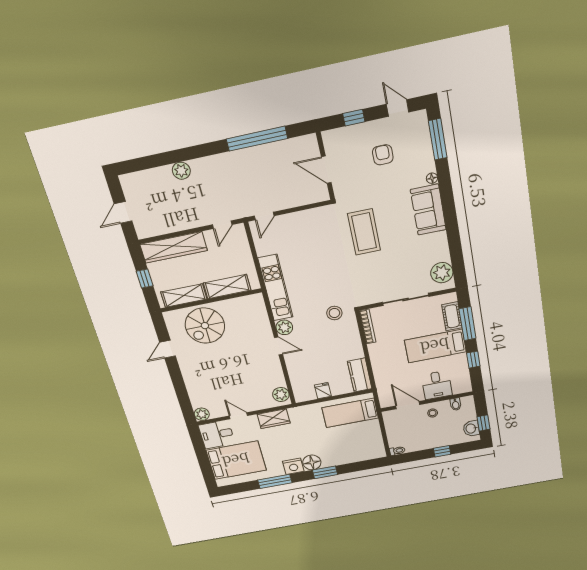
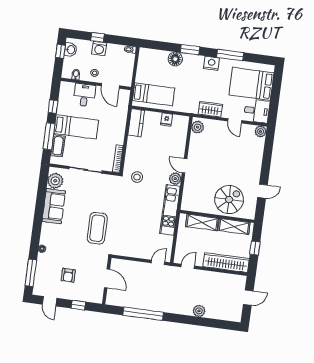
sofa: (428, 210) -> (54, 206), moved
washing machine: (436, 440) -> (99, 49), added
floor lamp: (312, 462) -> (175, 59), moved

